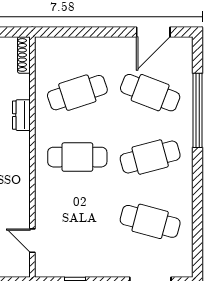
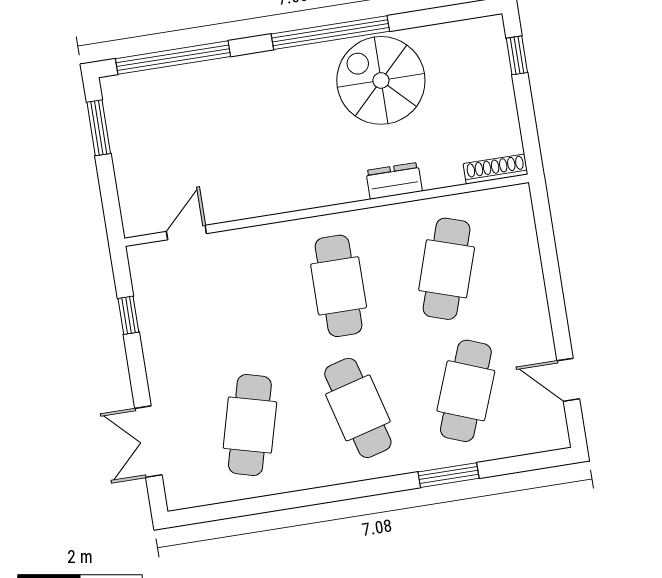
door: (153, 32) -> (568, 380), width x0.73
cafe table: (77, 93) -> (447, 269), turned 36
window: (198, 110) -> (449, 475), width x0.47

